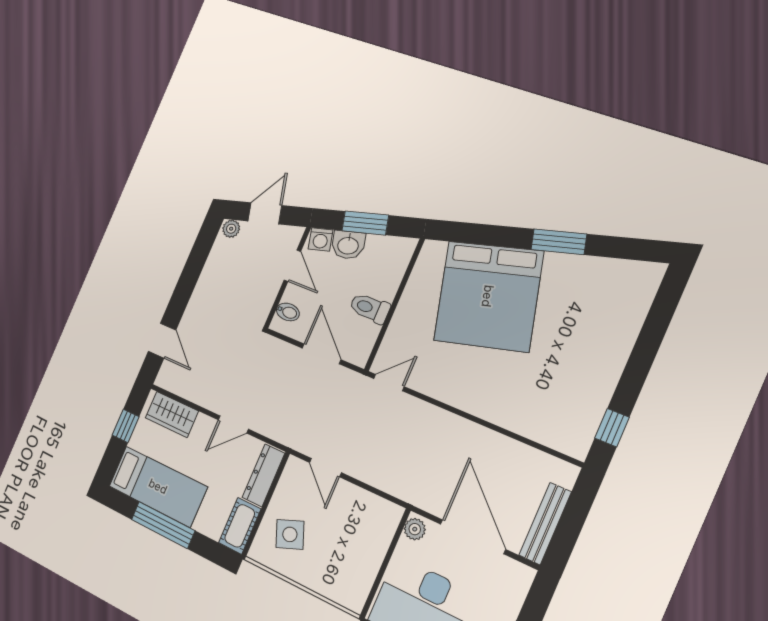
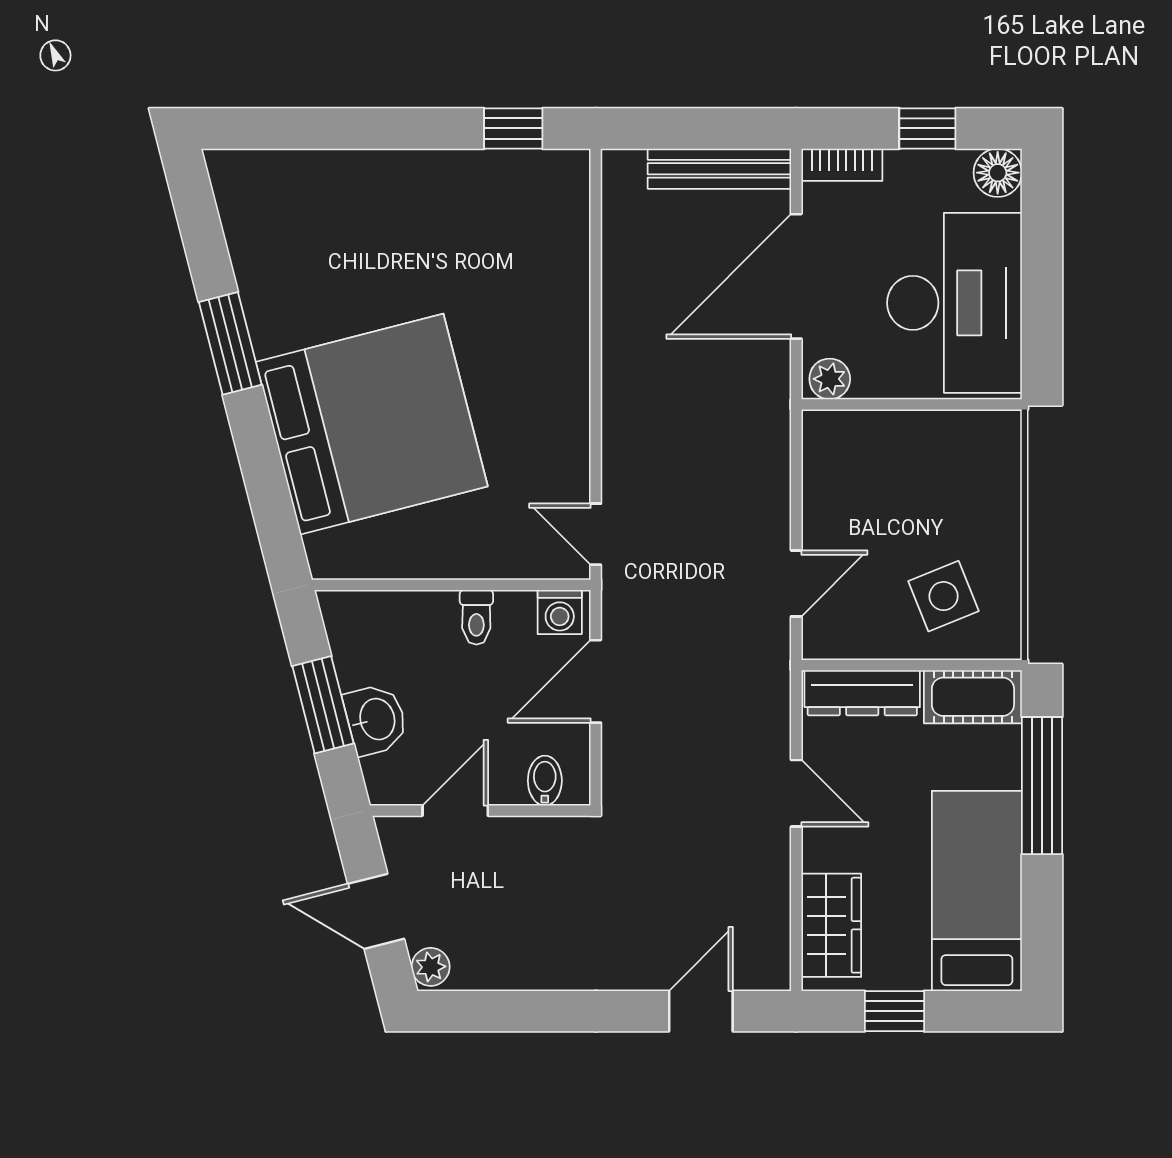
washing machine: (320, 239) -> (560, 612), moved, turned 104
toilet: (370, 308) -> (476, 617), width x0.73, depth x0.72
window: (163, 525) -> (1042, 786), moved
bookcase: (521, 587) -> (842, 165), added

